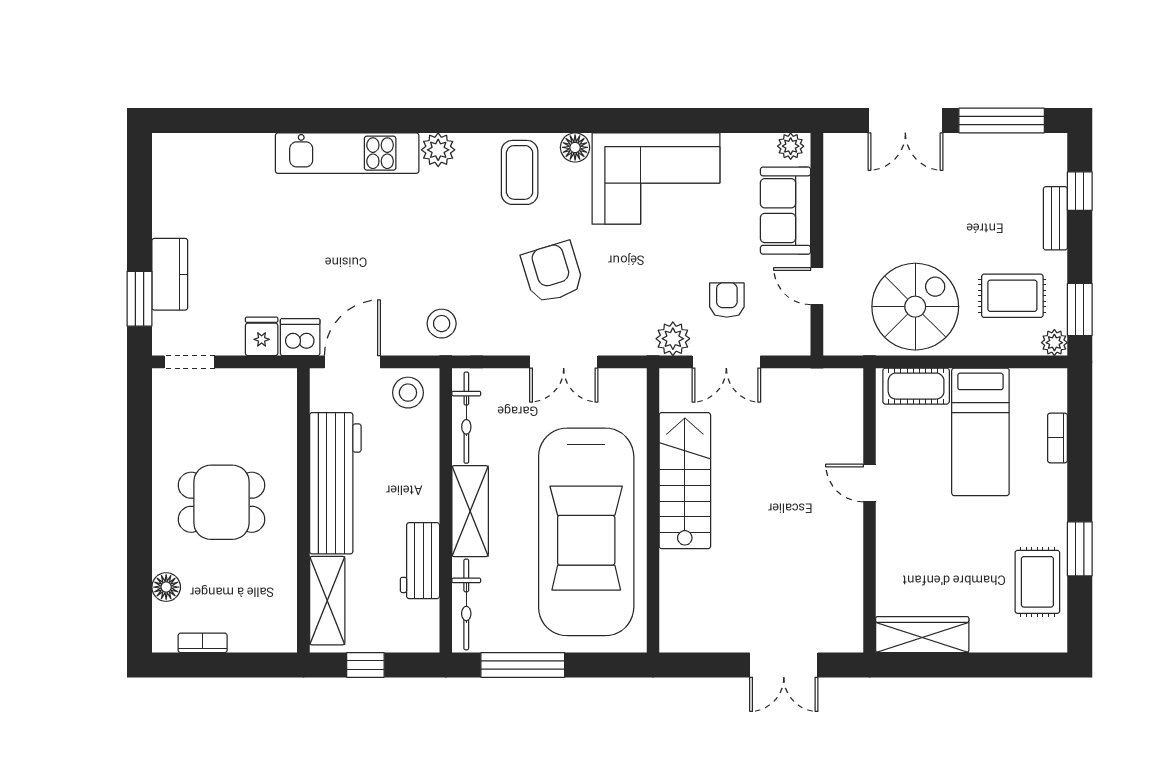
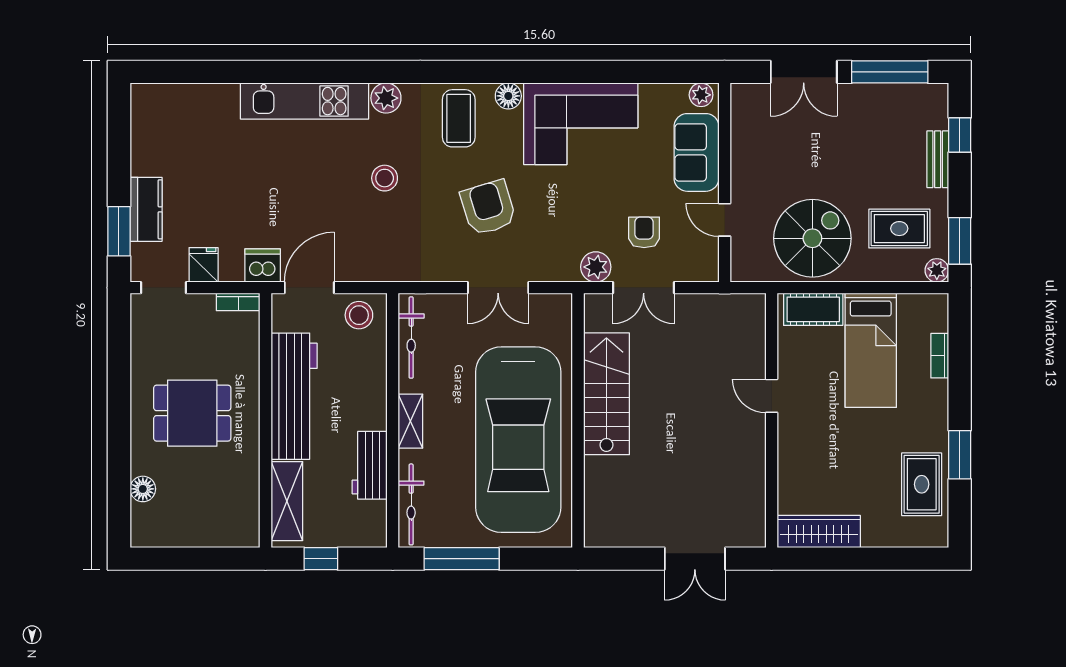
stool: (442, 324) -> (385, 178), moved
fridge: (262, 336) -> (204, 265), moved
shelving: (470, 511) -> (410, 421), width x0.67, depth x0.75
bookcase: (203, 643) -> (238, 302), moved, turned 180

